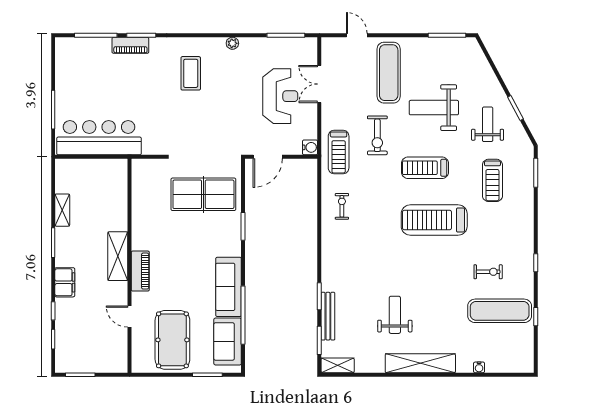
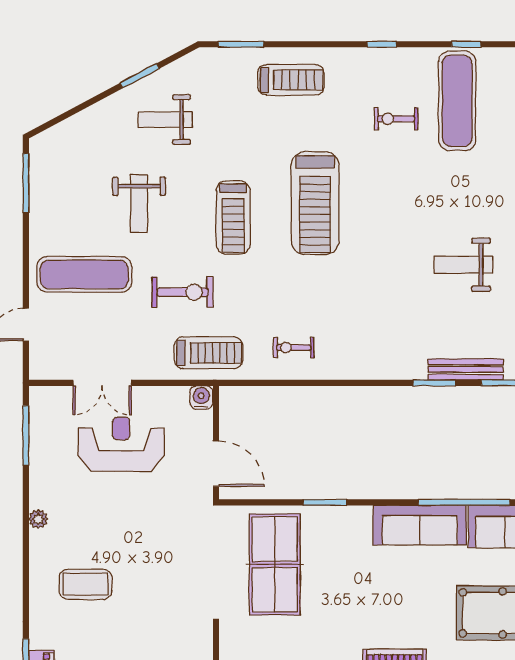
weight bench: (434, 108) -> (139, 204), width x0.73, depth x0.75
treadmill: (492, 180) -> (291, 80), moved
exercise bike: (488, 272) -> (396, 119), turned -90

